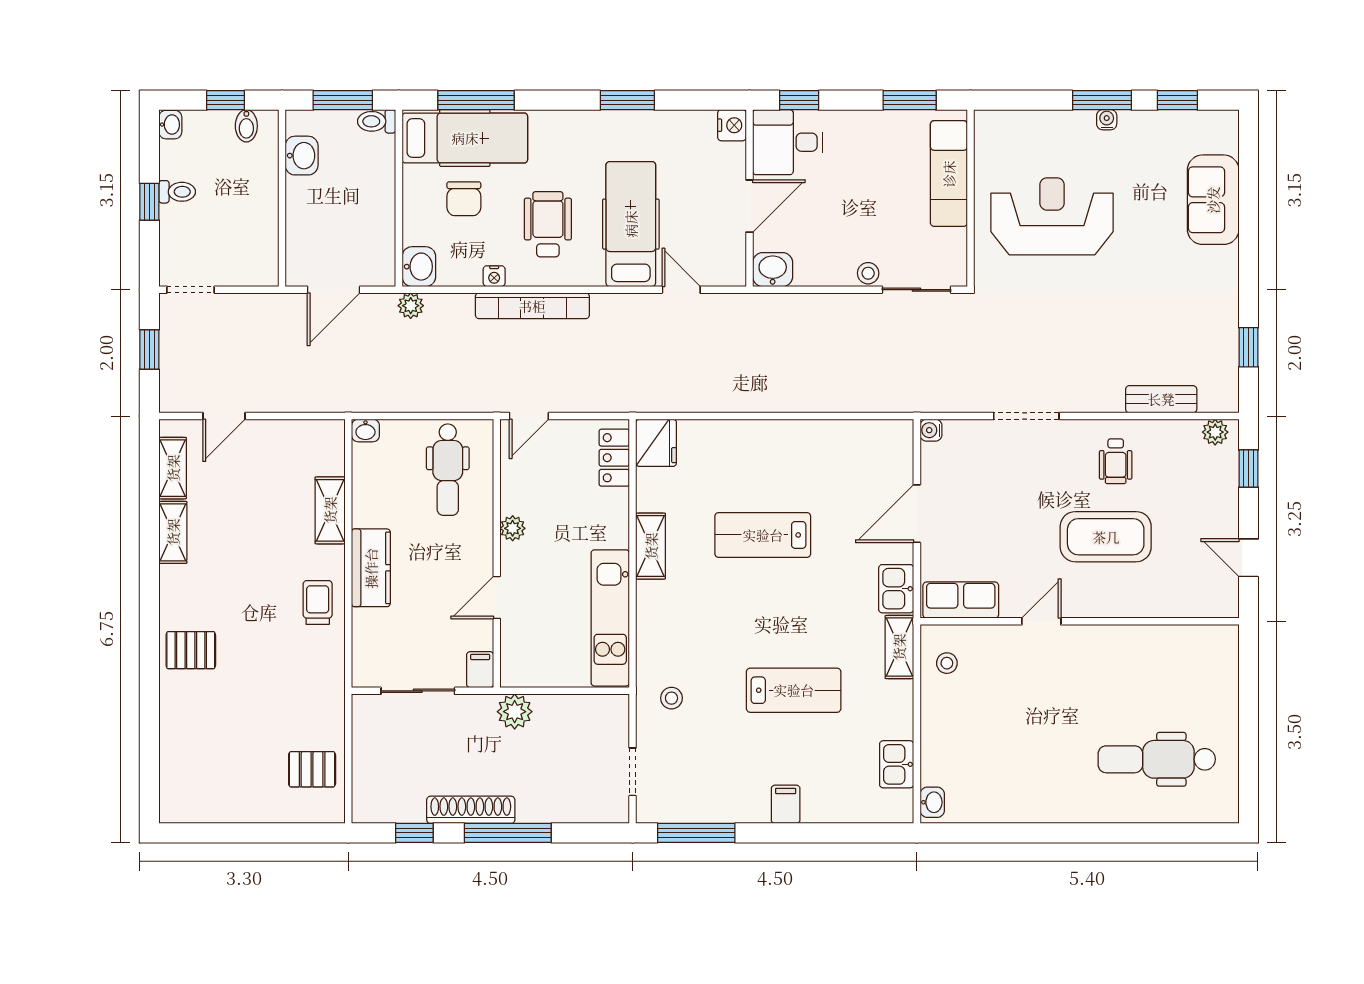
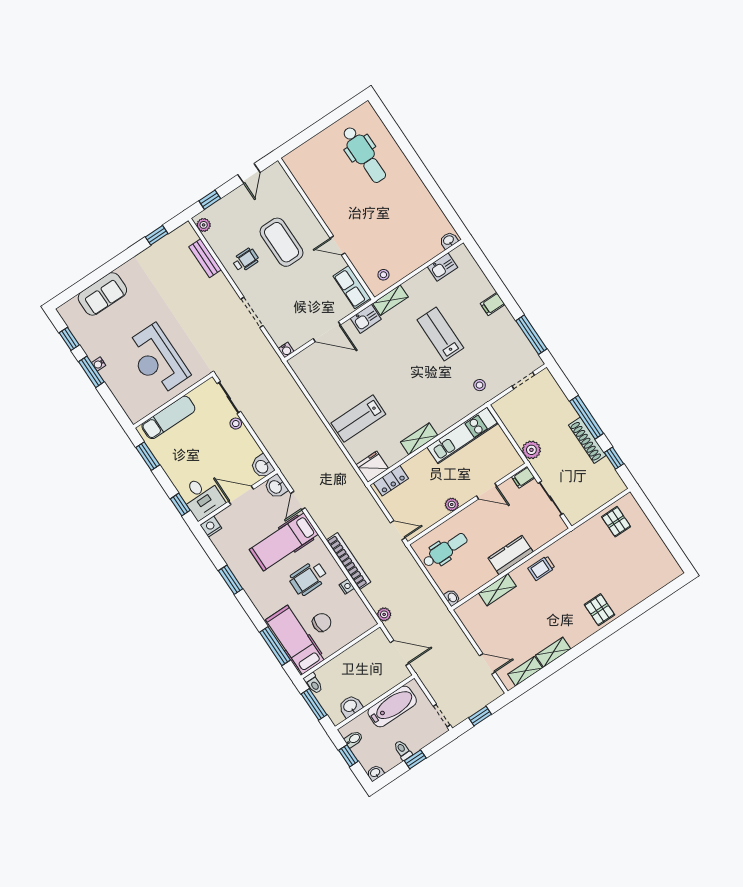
bathtub: (257, 221) -> (392, 706), added
washbasin: (419, 267) -> (276, 487), moved, turned -90
lab bench: (763, 535) -> (358, 419), moved, turned 90

